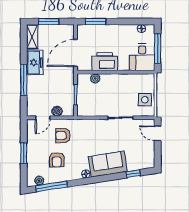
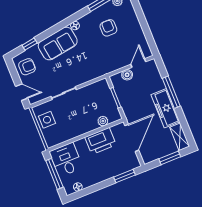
freezer: (35, 62) -> (165, 108), width x1.40
armchair: (63, 136) -> (27, 67), moved
window: (24, 153) -> (143, 22), removed

